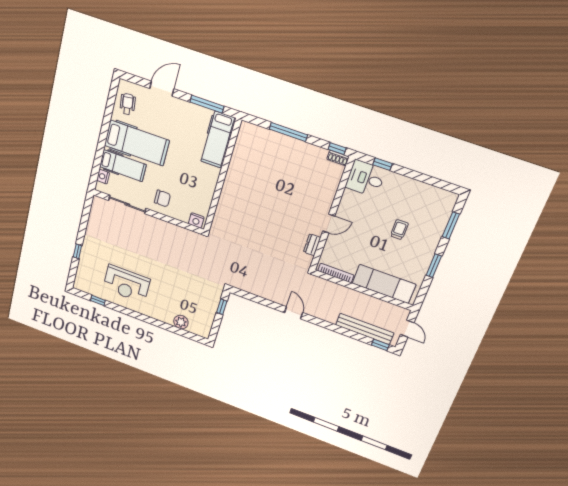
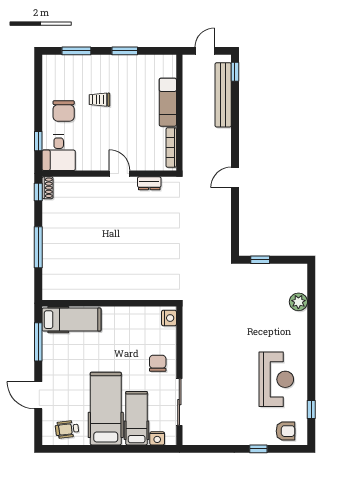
chair: (401, 196) -> (64, 111), added
armchair: (86, 276) -> (285, 431), added
exam couch: (384, 284) -> (168, 102), width x0.73, depth x0.69

